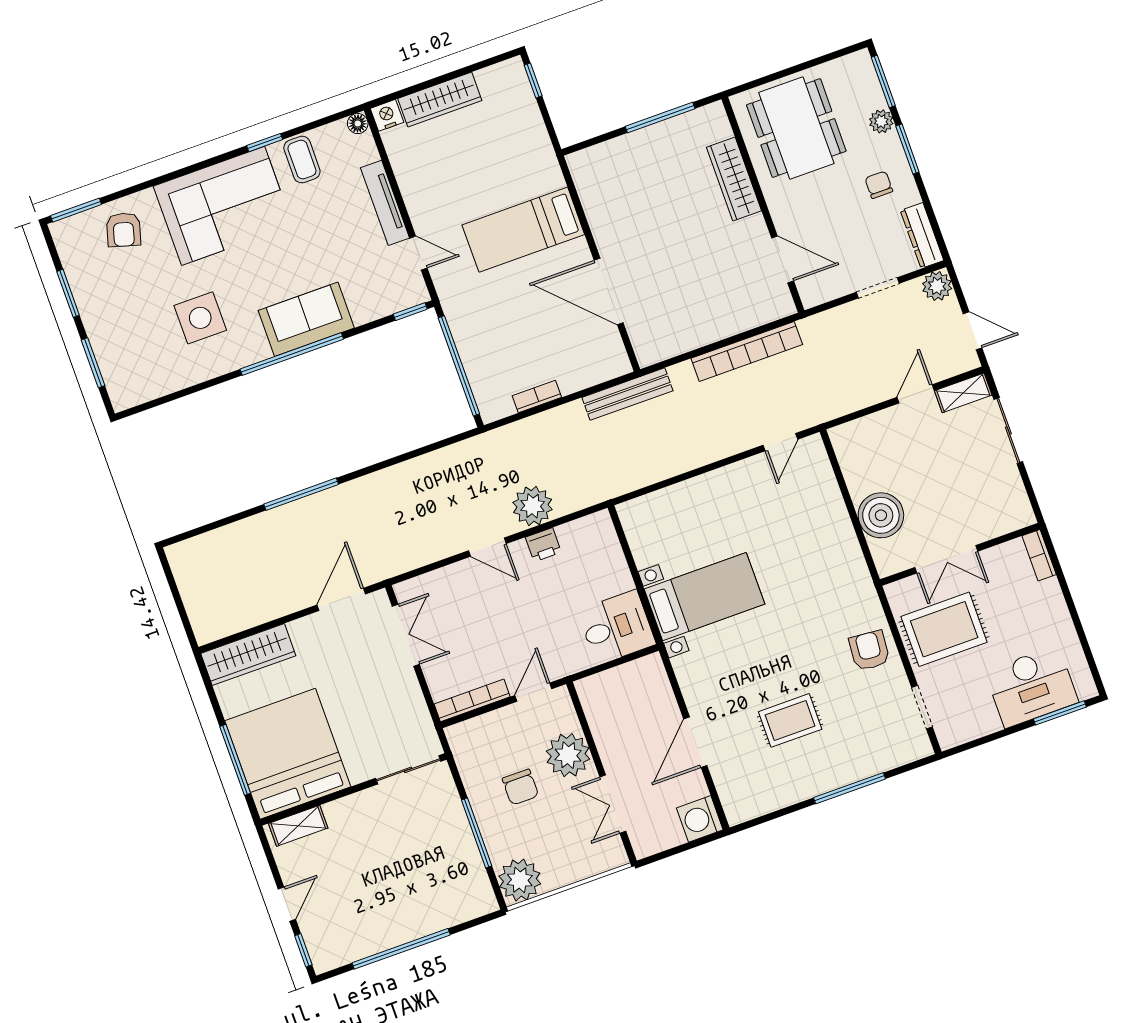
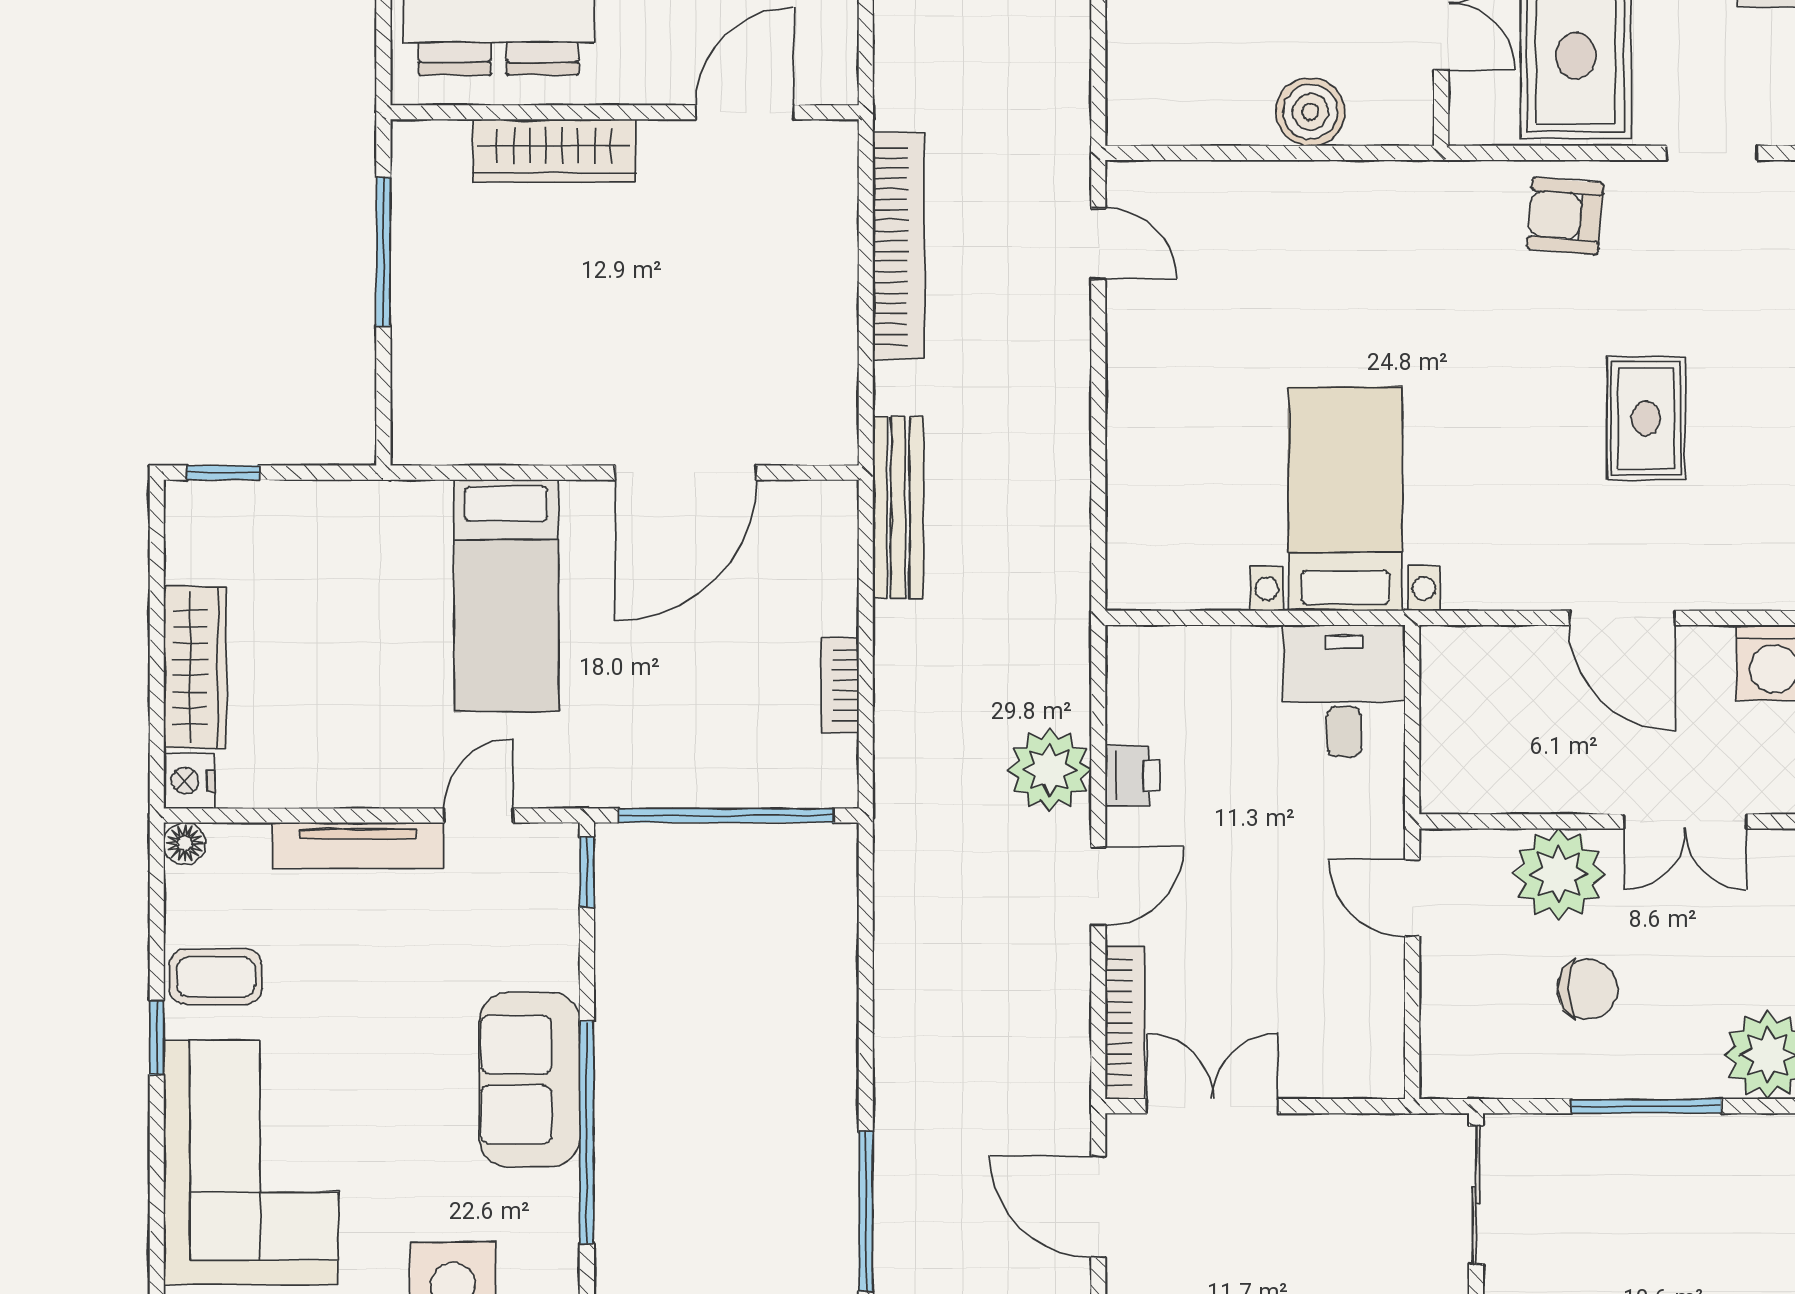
boiler: (881, 515) -> (1310, 112), width x0.73, depth x0.73
bookcase: (472, 700) -> (1125, 1023), moved, turned 180

